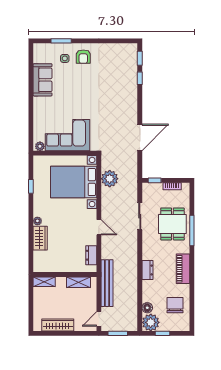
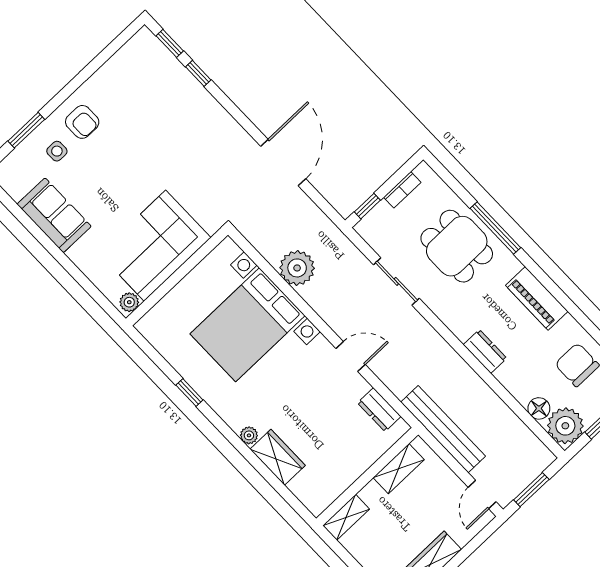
corner sofa: (68, 135) -> (155, 246), moved
plant: (40, 146) -> (129, 302), moved
wall: (65, 153) -> (177, 277), moved

